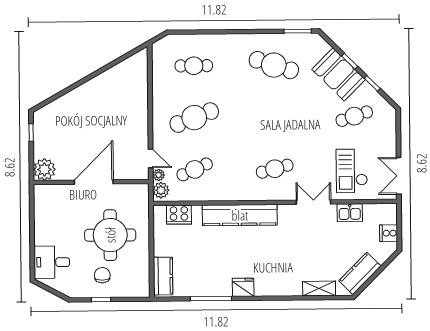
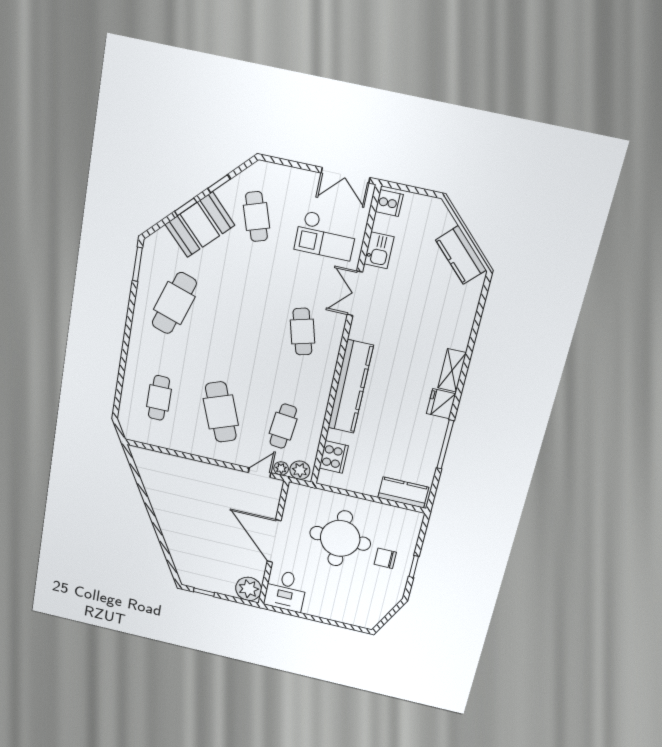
cafe table: (195, 169) -> (283, 426), turned 30
cooker: (389, 233) -> (389, 203), moved, turned -90
desk: (52, 262) -> (286, 591), moved
shelving: (319, 288) -> (452, 370), moved

